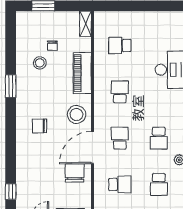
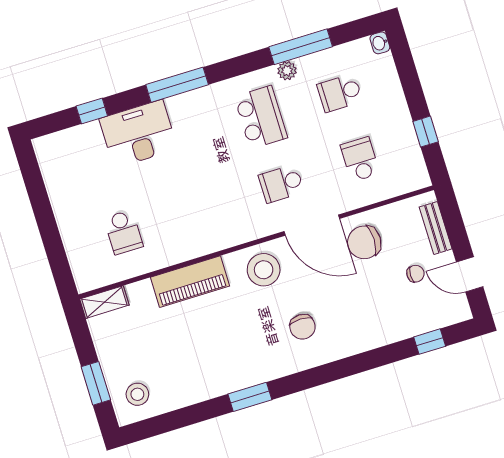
chair: (52, 46) -> (415, 274), moved
stool: (40, 63) -> (137, 394), moved
school desk: (120, 92) -> (202, 208), removed
school desk: (159, 138) -> (261, 117), width x1.85
school desk: (159, 184) -> (340, 93), turned 180

